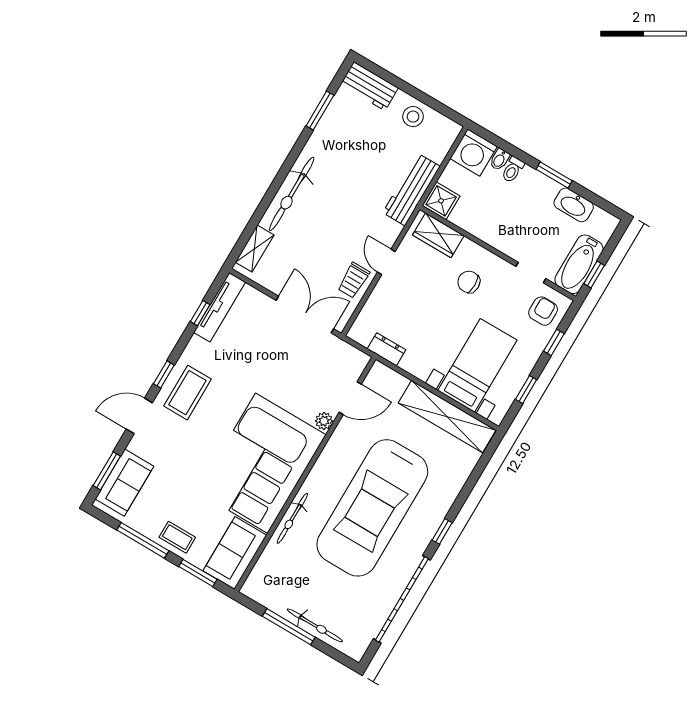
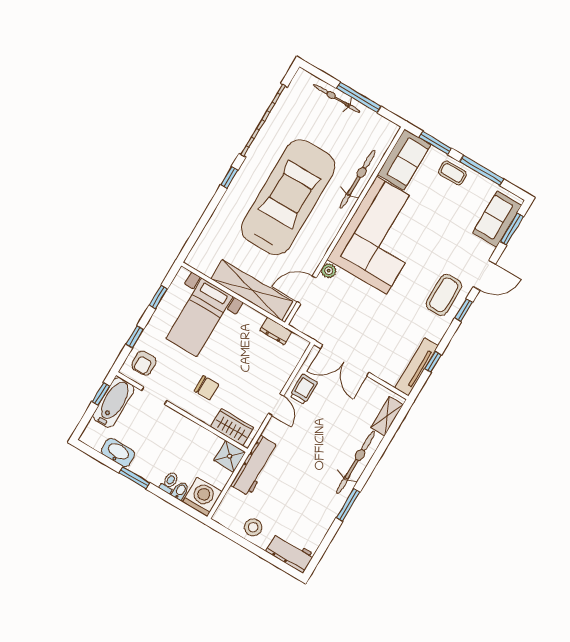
window: (320, 110) -> (348, 505), moved
shelving: (447, 417) -> (252, 290), moved
bicycle: (292, 518) -> (357, 179), width x1.37, depth x1.40

